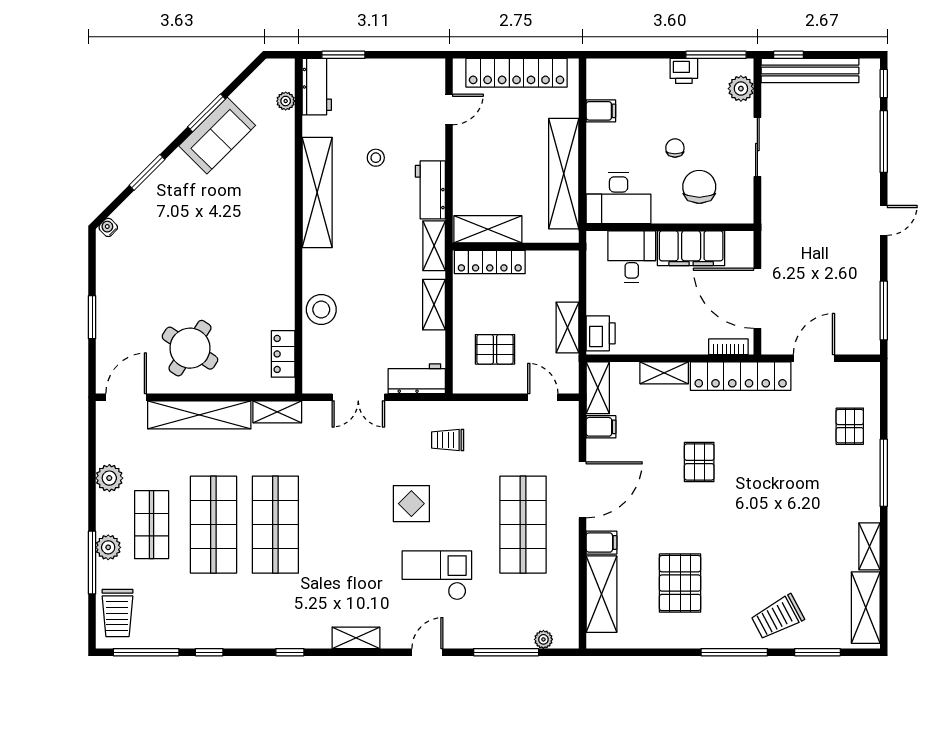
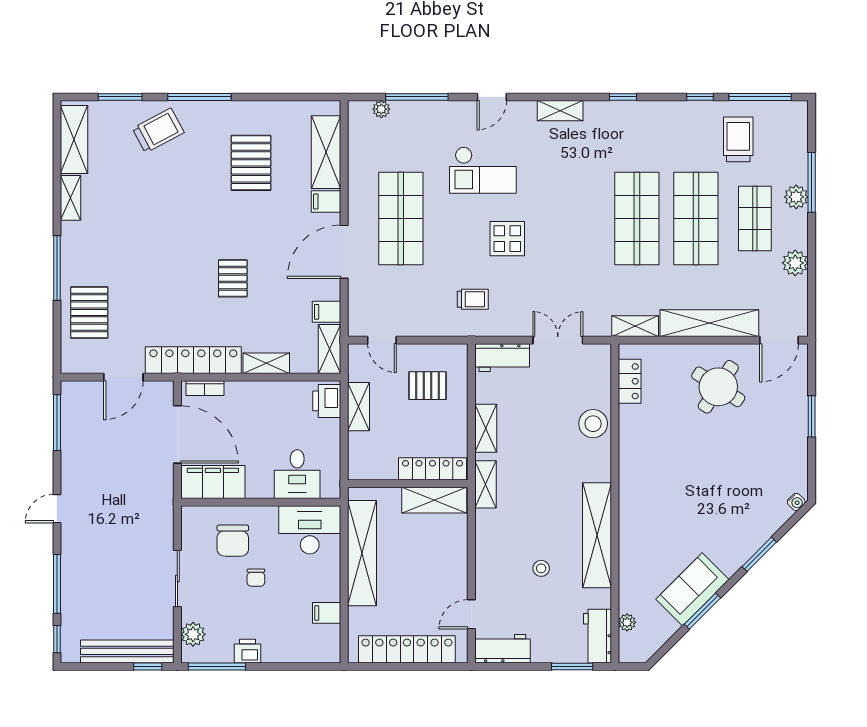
workbench: (430, 190) -> (502, 649), moved, turned -90
filing cabinet: (691, 248) -> (213, 482), moved
pallet: (850, 426) -> (89, 312), width x1.50, depth x1.42
trolley: (117, 613) -> (738, 139), moved

